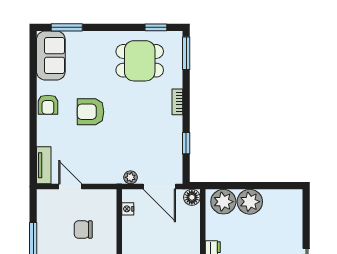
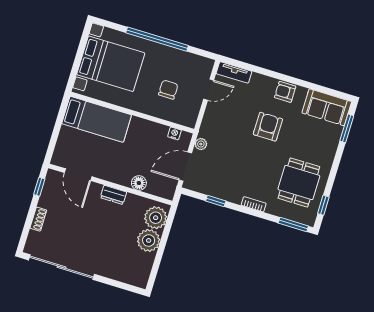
floor lamp: (192, 197) -> (139, 183), moved

